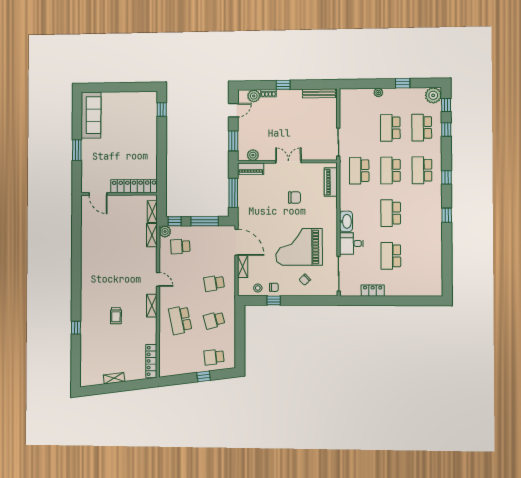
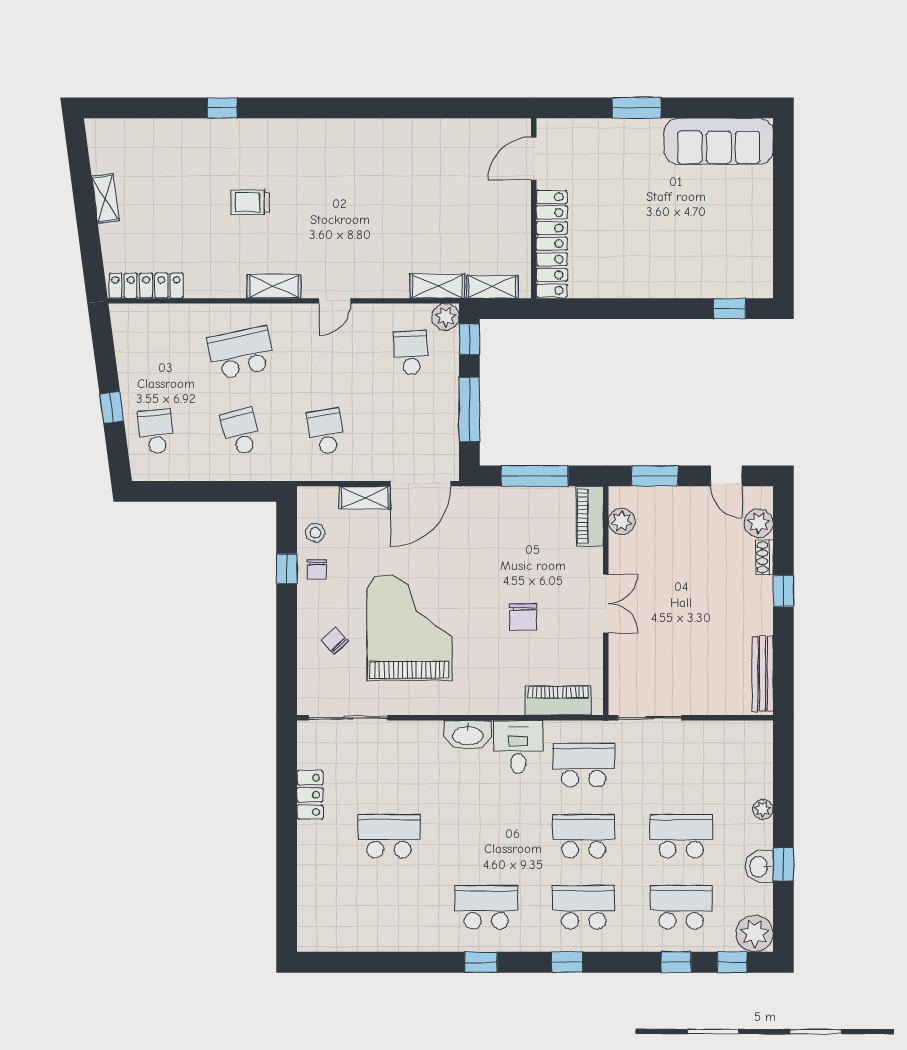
washbasin: (404, 94) -> (759, 867), added
school desk: (391, 213) -> (486, 907), moved
desk: (351, 243) -> (518, 747), moved

